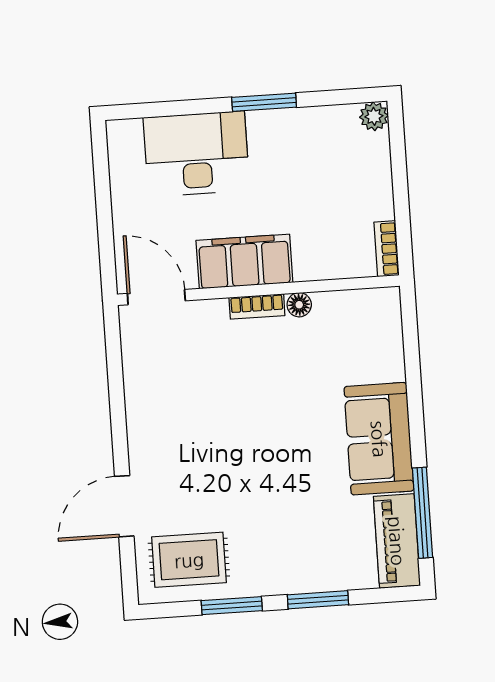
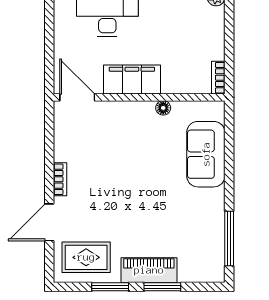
bookcase: (257, 306) -> (60, 179), moved, turned -90
sofa: (379, 439) -> (206, 154), moved
piano: (397, 541) -> (149, 270), moved, turned 90

